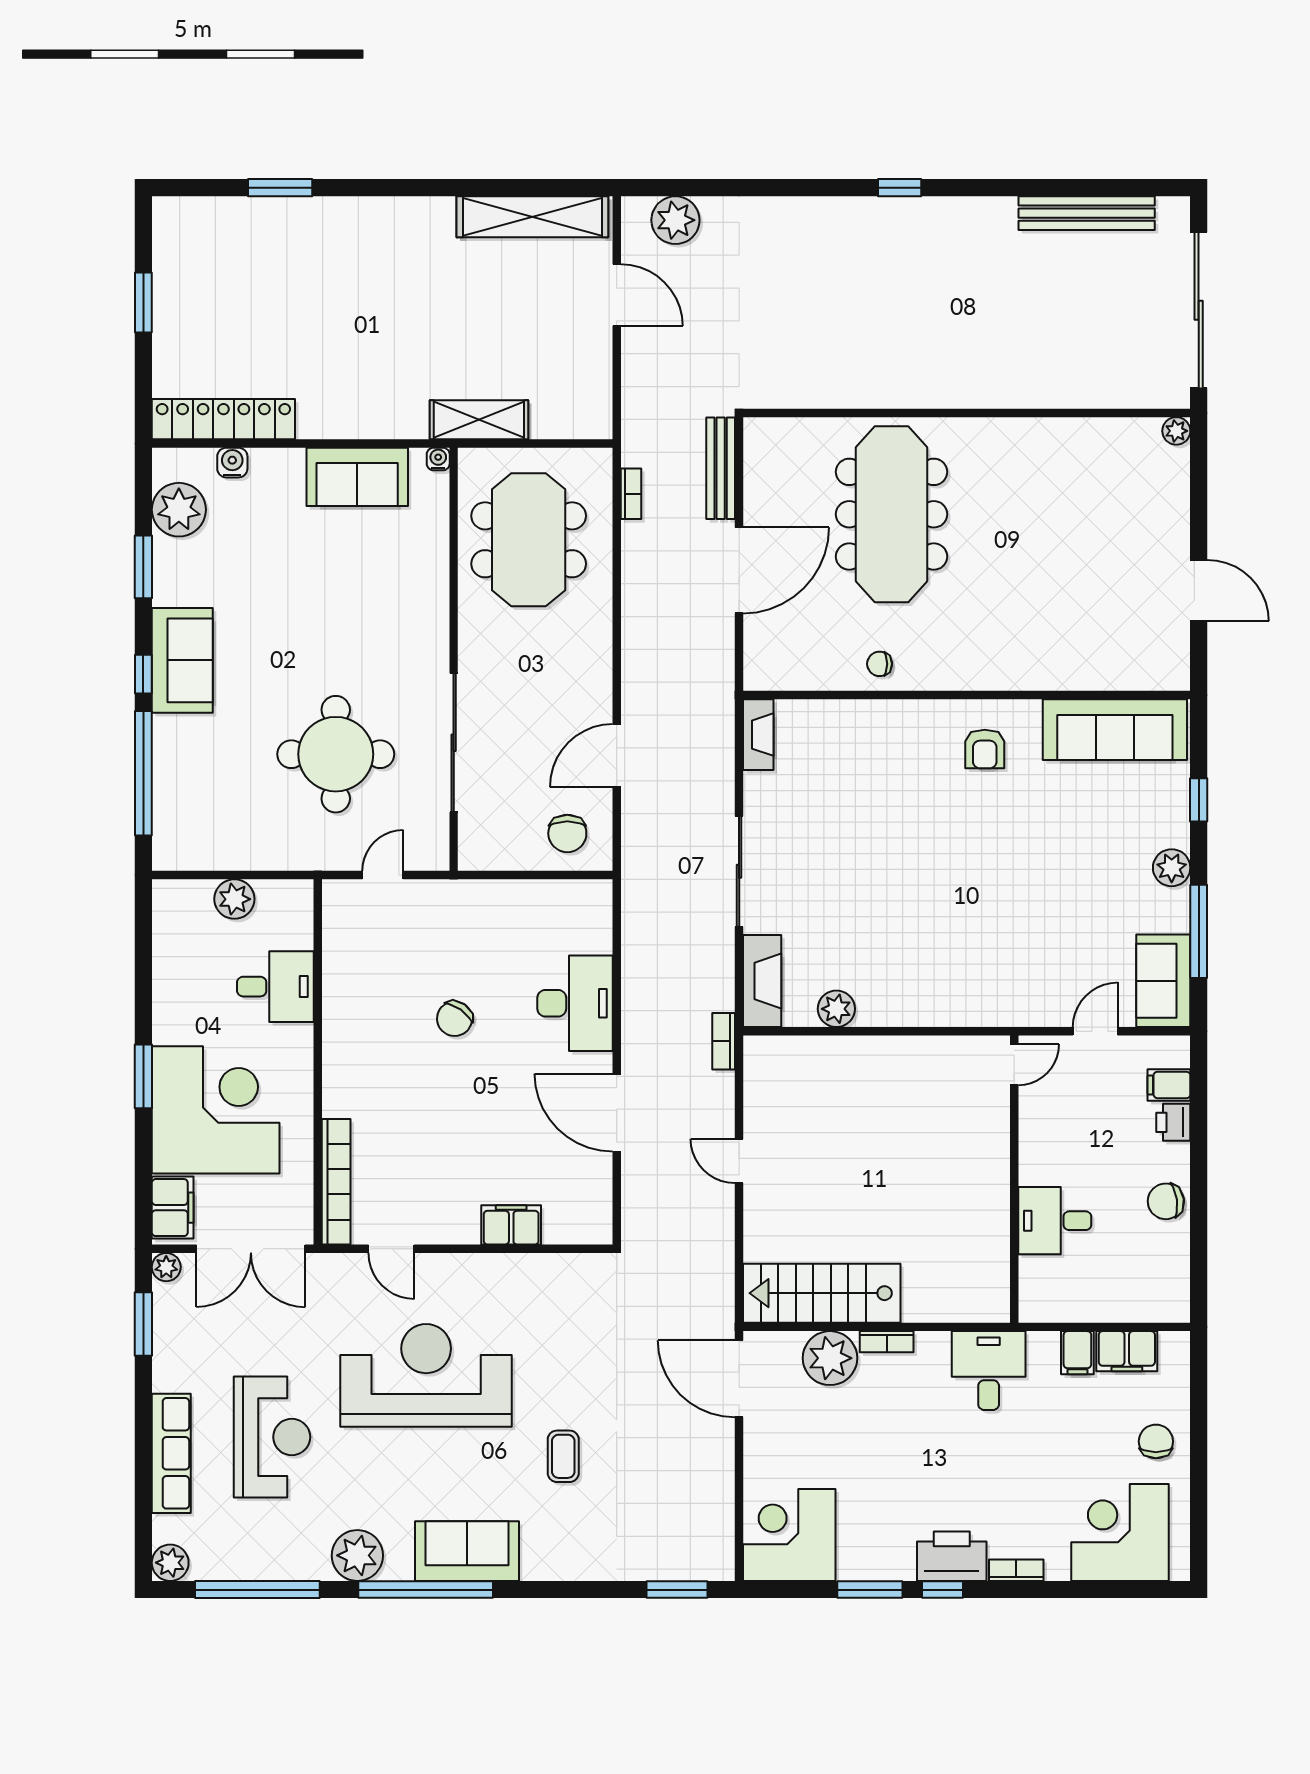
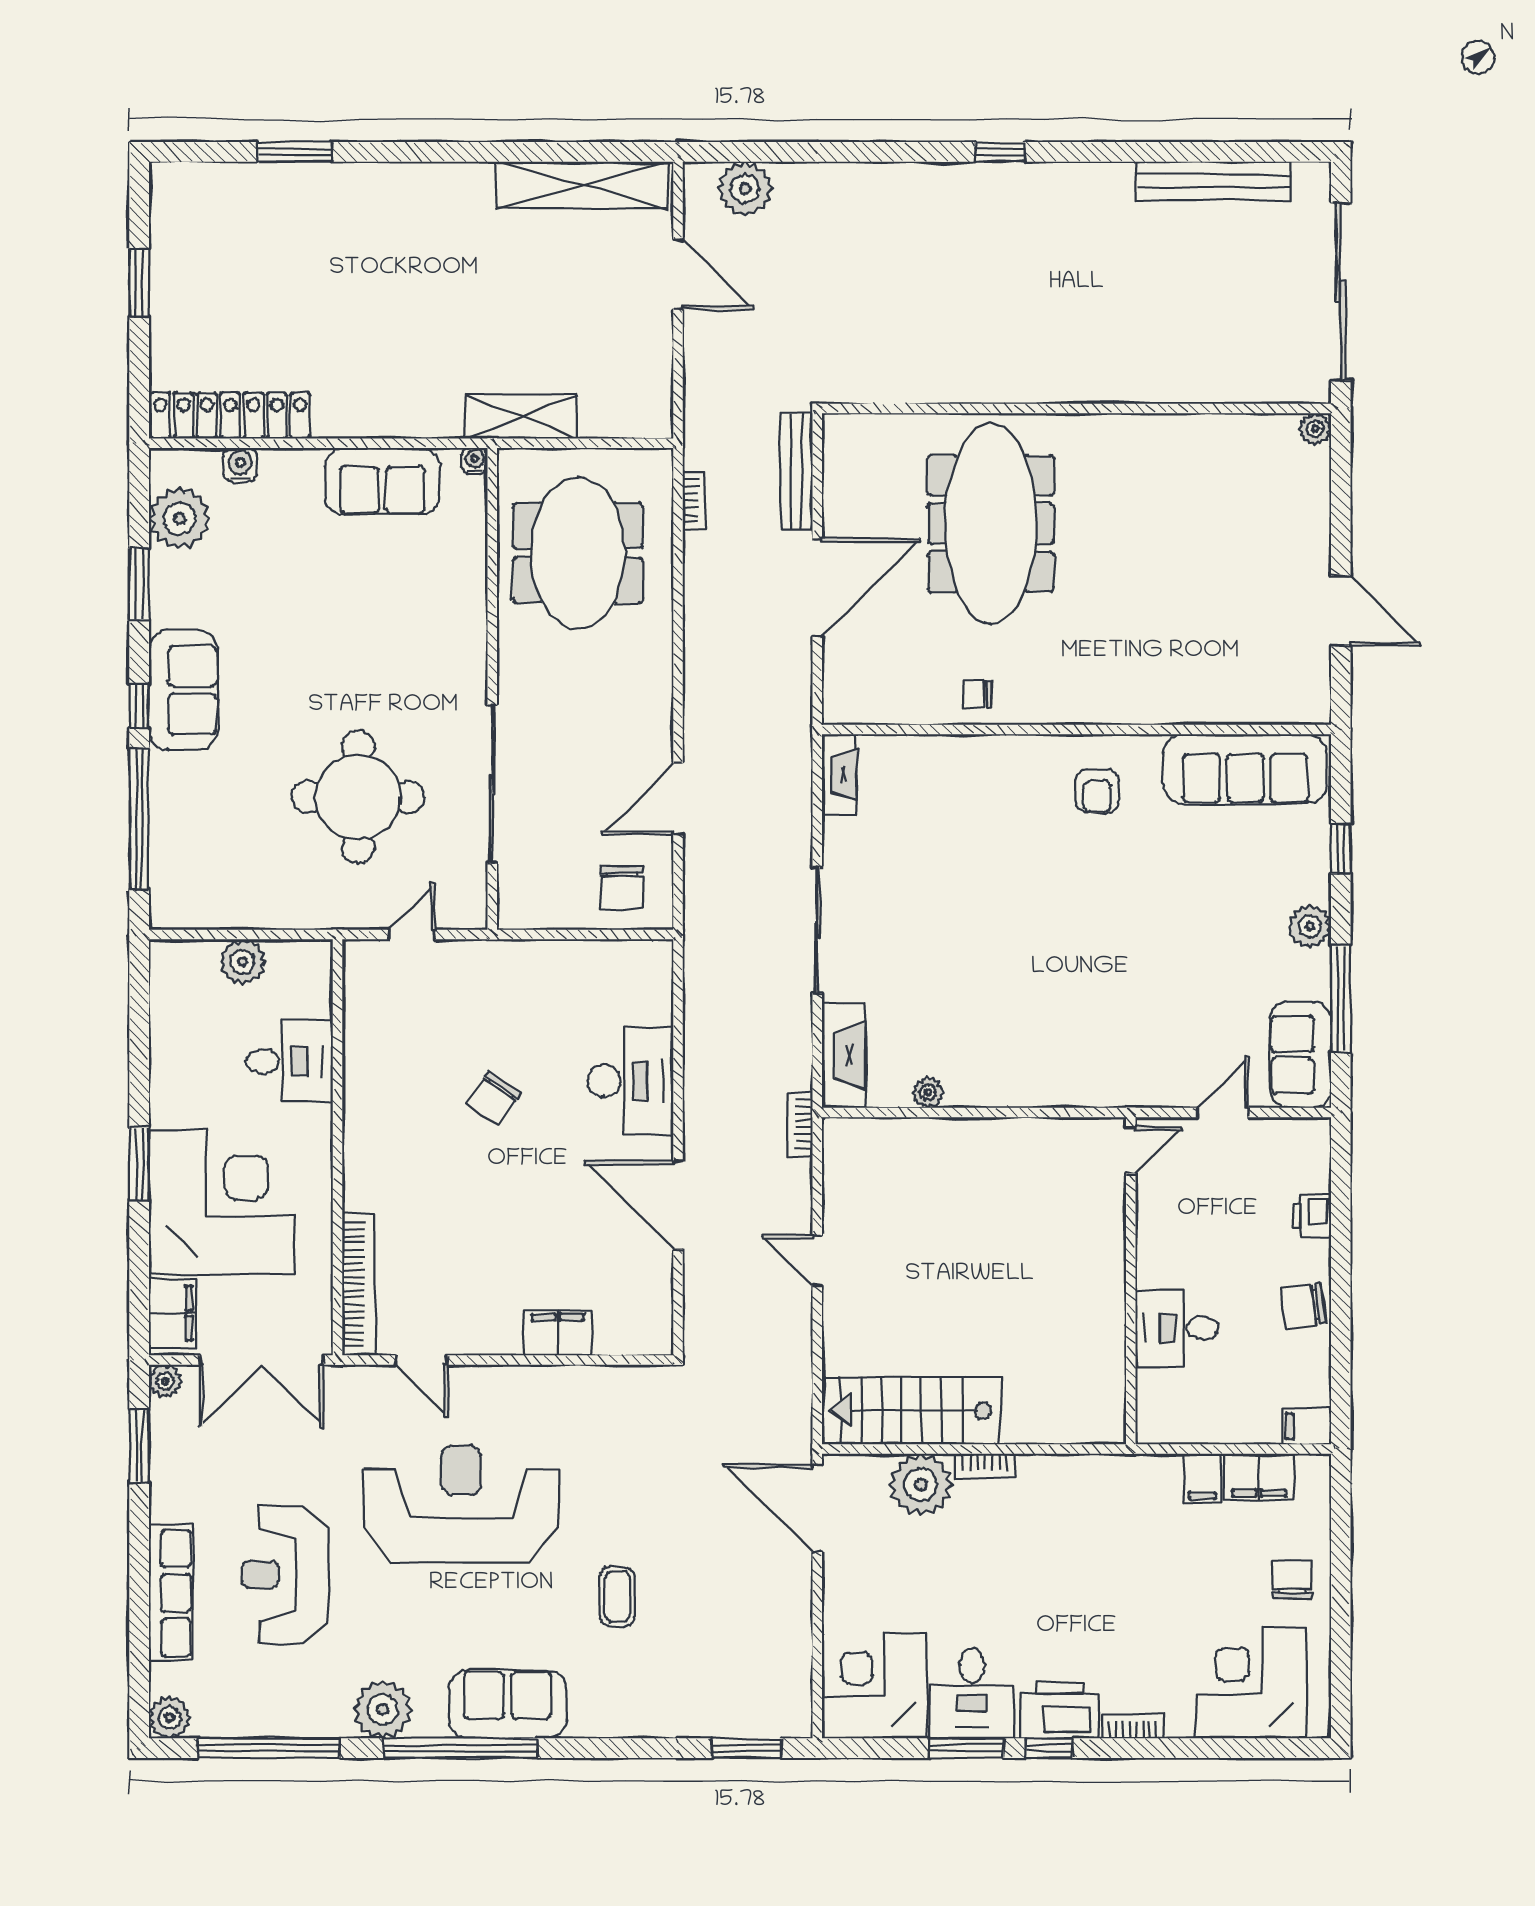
plant: (836, 1009) -> (928, 1093), width x0.73, depth x0.73
filing cabinet: (1169, 1085) -> (1307, 1426), moved
desk: (989, 1371) -> (972, 1693), moved, turned 180
reception desk: (272, 1437) -> (285, 1574), turned 180

